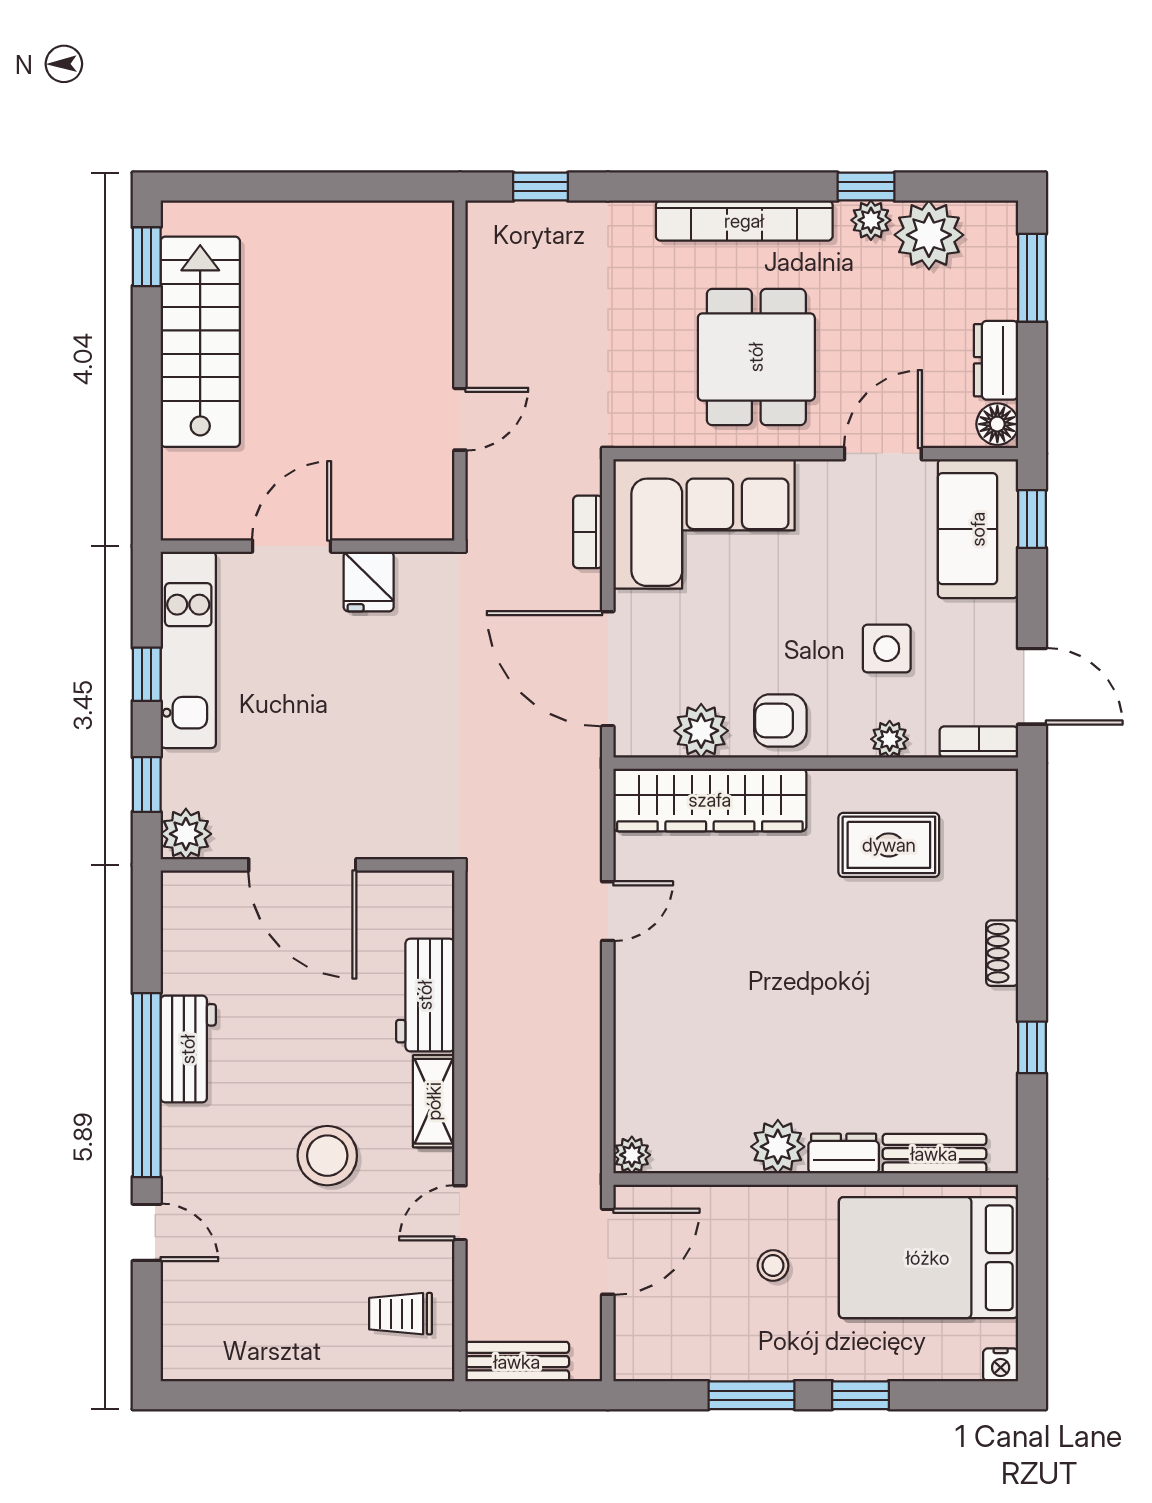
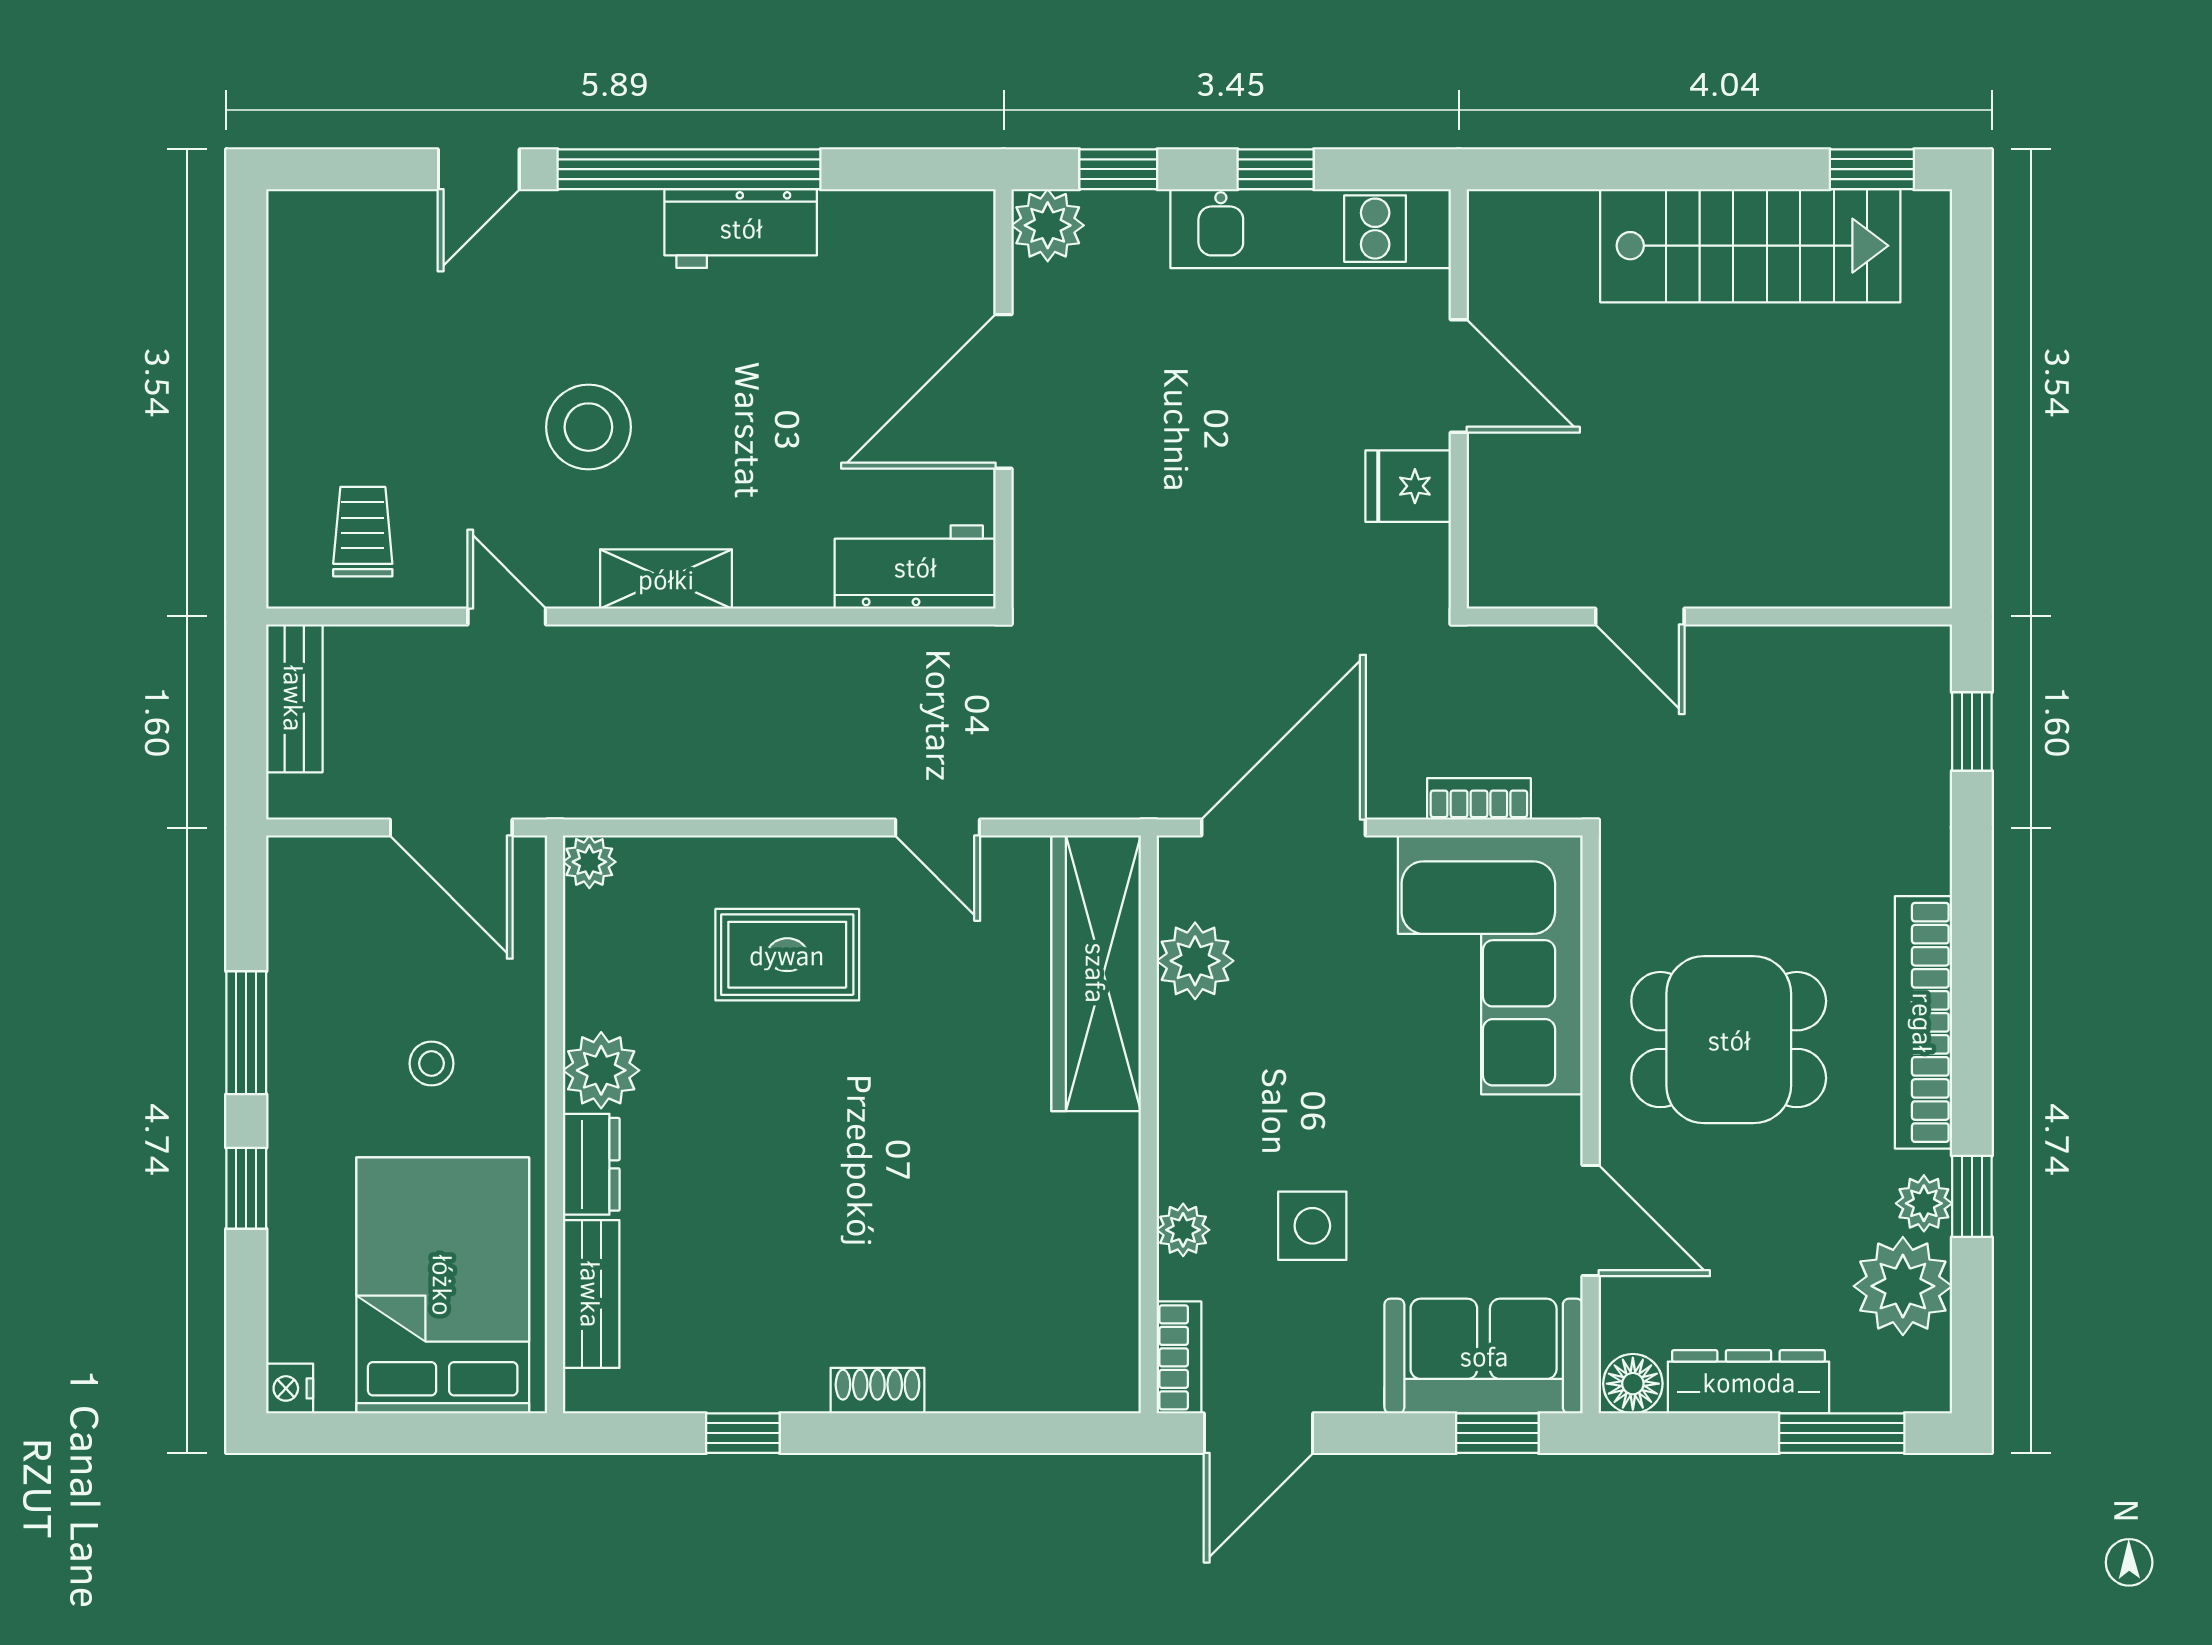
dresser: (996, 360) -> (1749, 1382), width x1.44
armchair: (780, 720) -> (1210, 1074), removed
rug: (889, 845) -> (787, 955), moved, turned 90
workbench: (425, 995) -> (915, 567), moved

